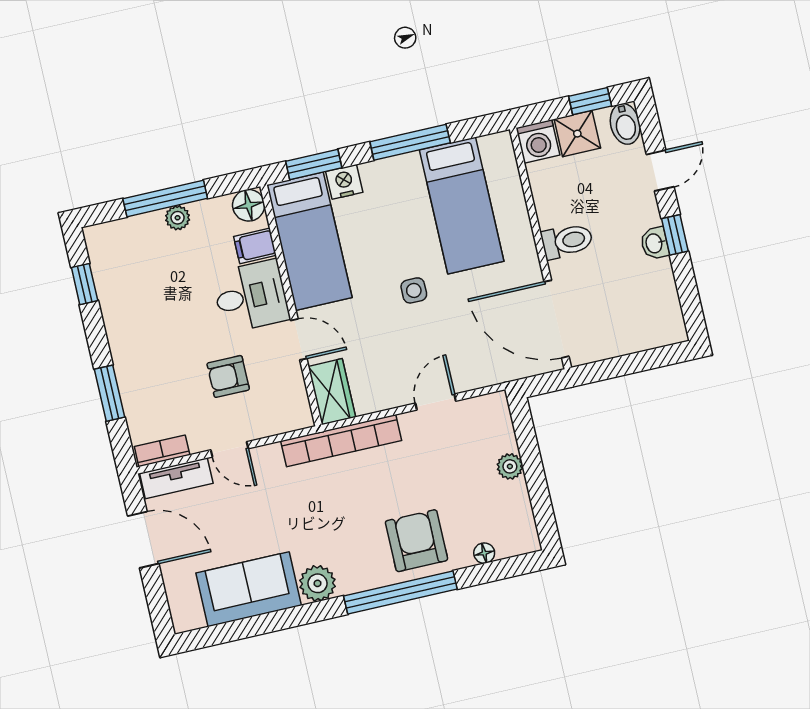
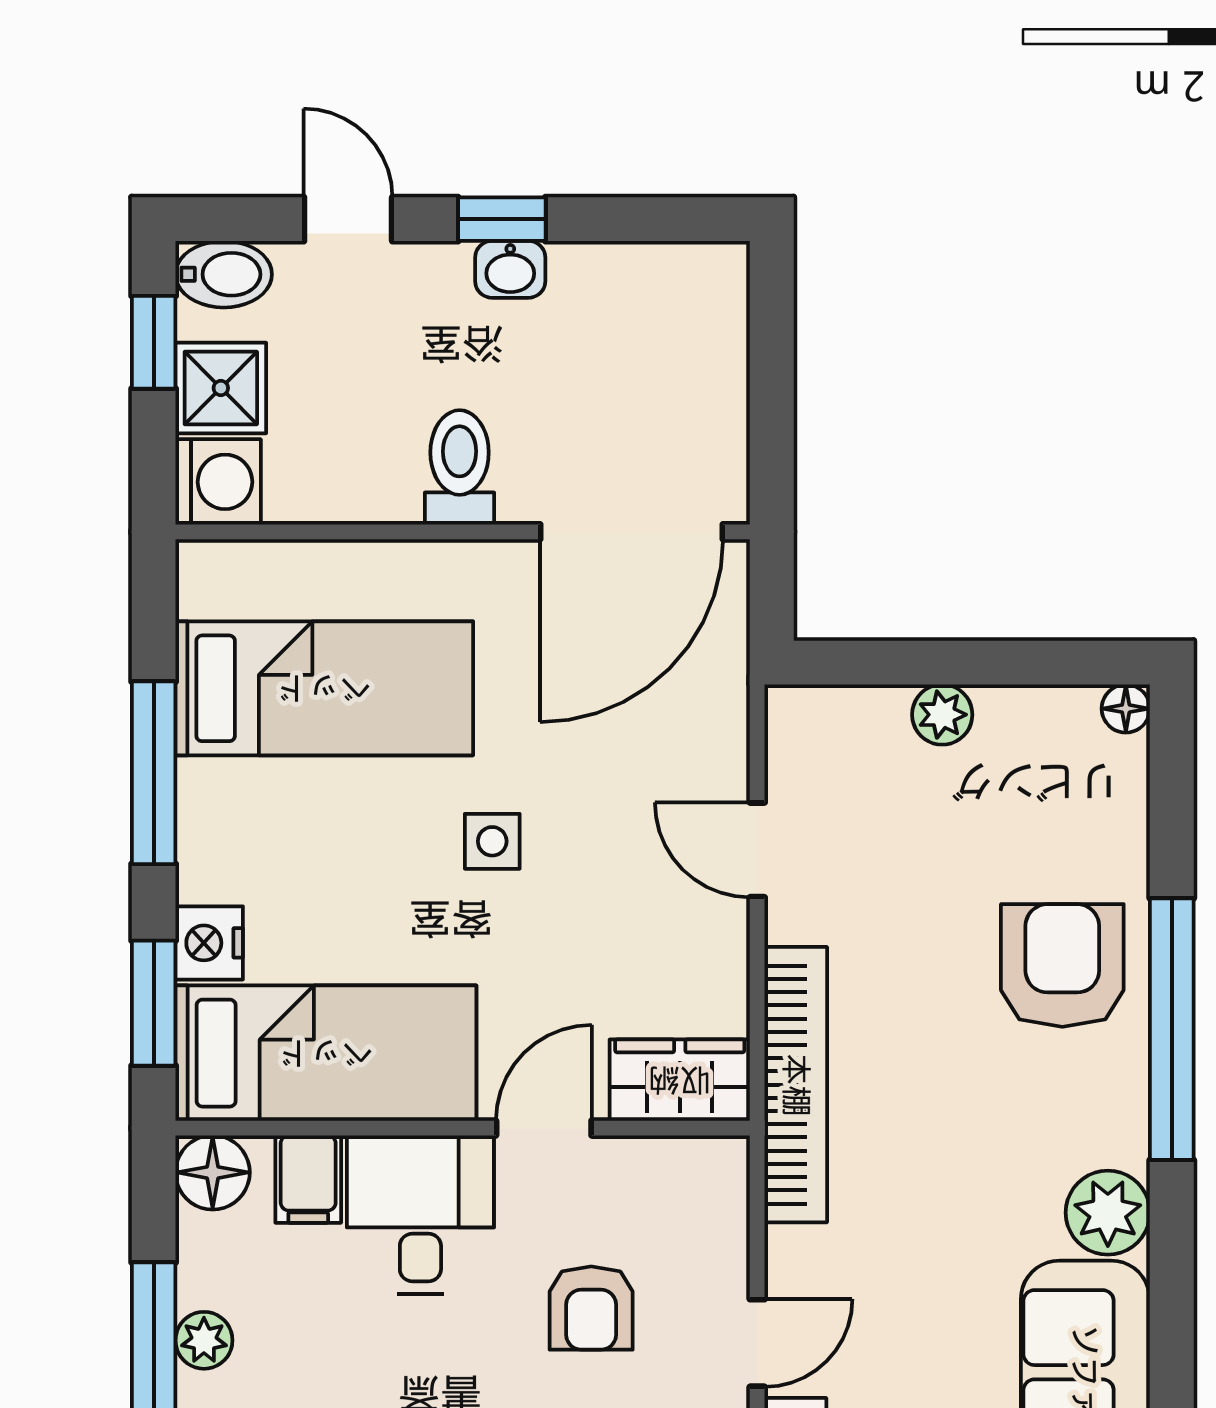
armchair: (416, 541) -> (1062, 965), turned 90
floor lamp: (484, 553) -> (1126, 709), moved

